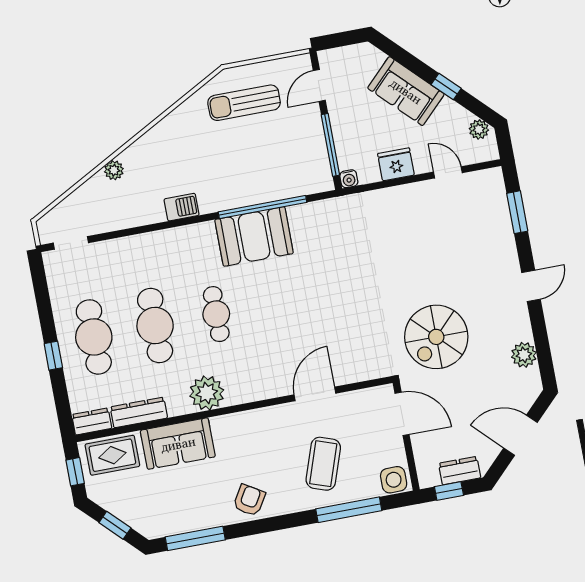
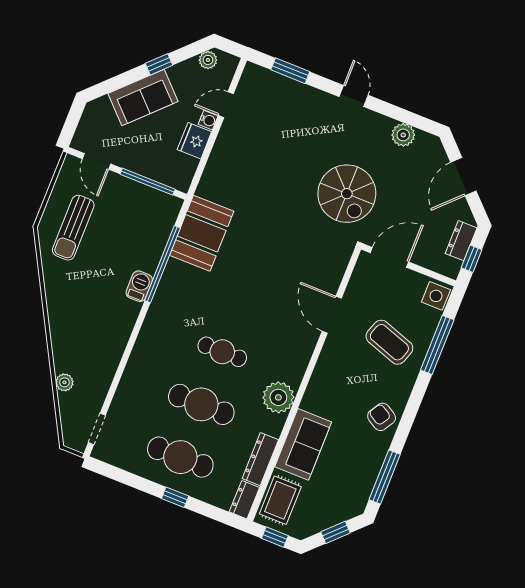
plant: (114, 170) -> (64, 382), moved
water cooler: (349, 179) -> (208, 120), moved
barbecue: (182, 207) -> (139, 286), moved
booth: (254, 236) -> (202, 233), moved

